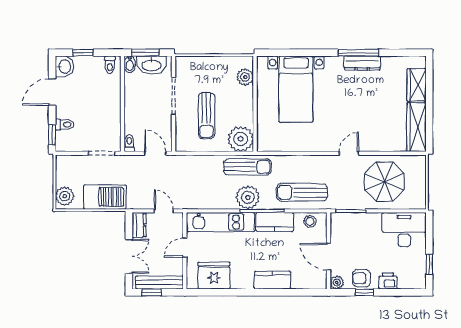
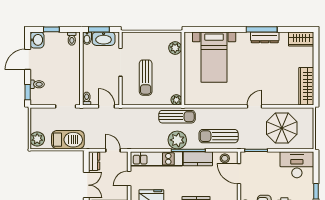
wardrobe: (417, 85) -> (301, 39), moved, turned -90
plant: (241, 139) -> (176, 100), width x0.53, depth x0.53
door: (329, 257) -> (239, 174), moved

